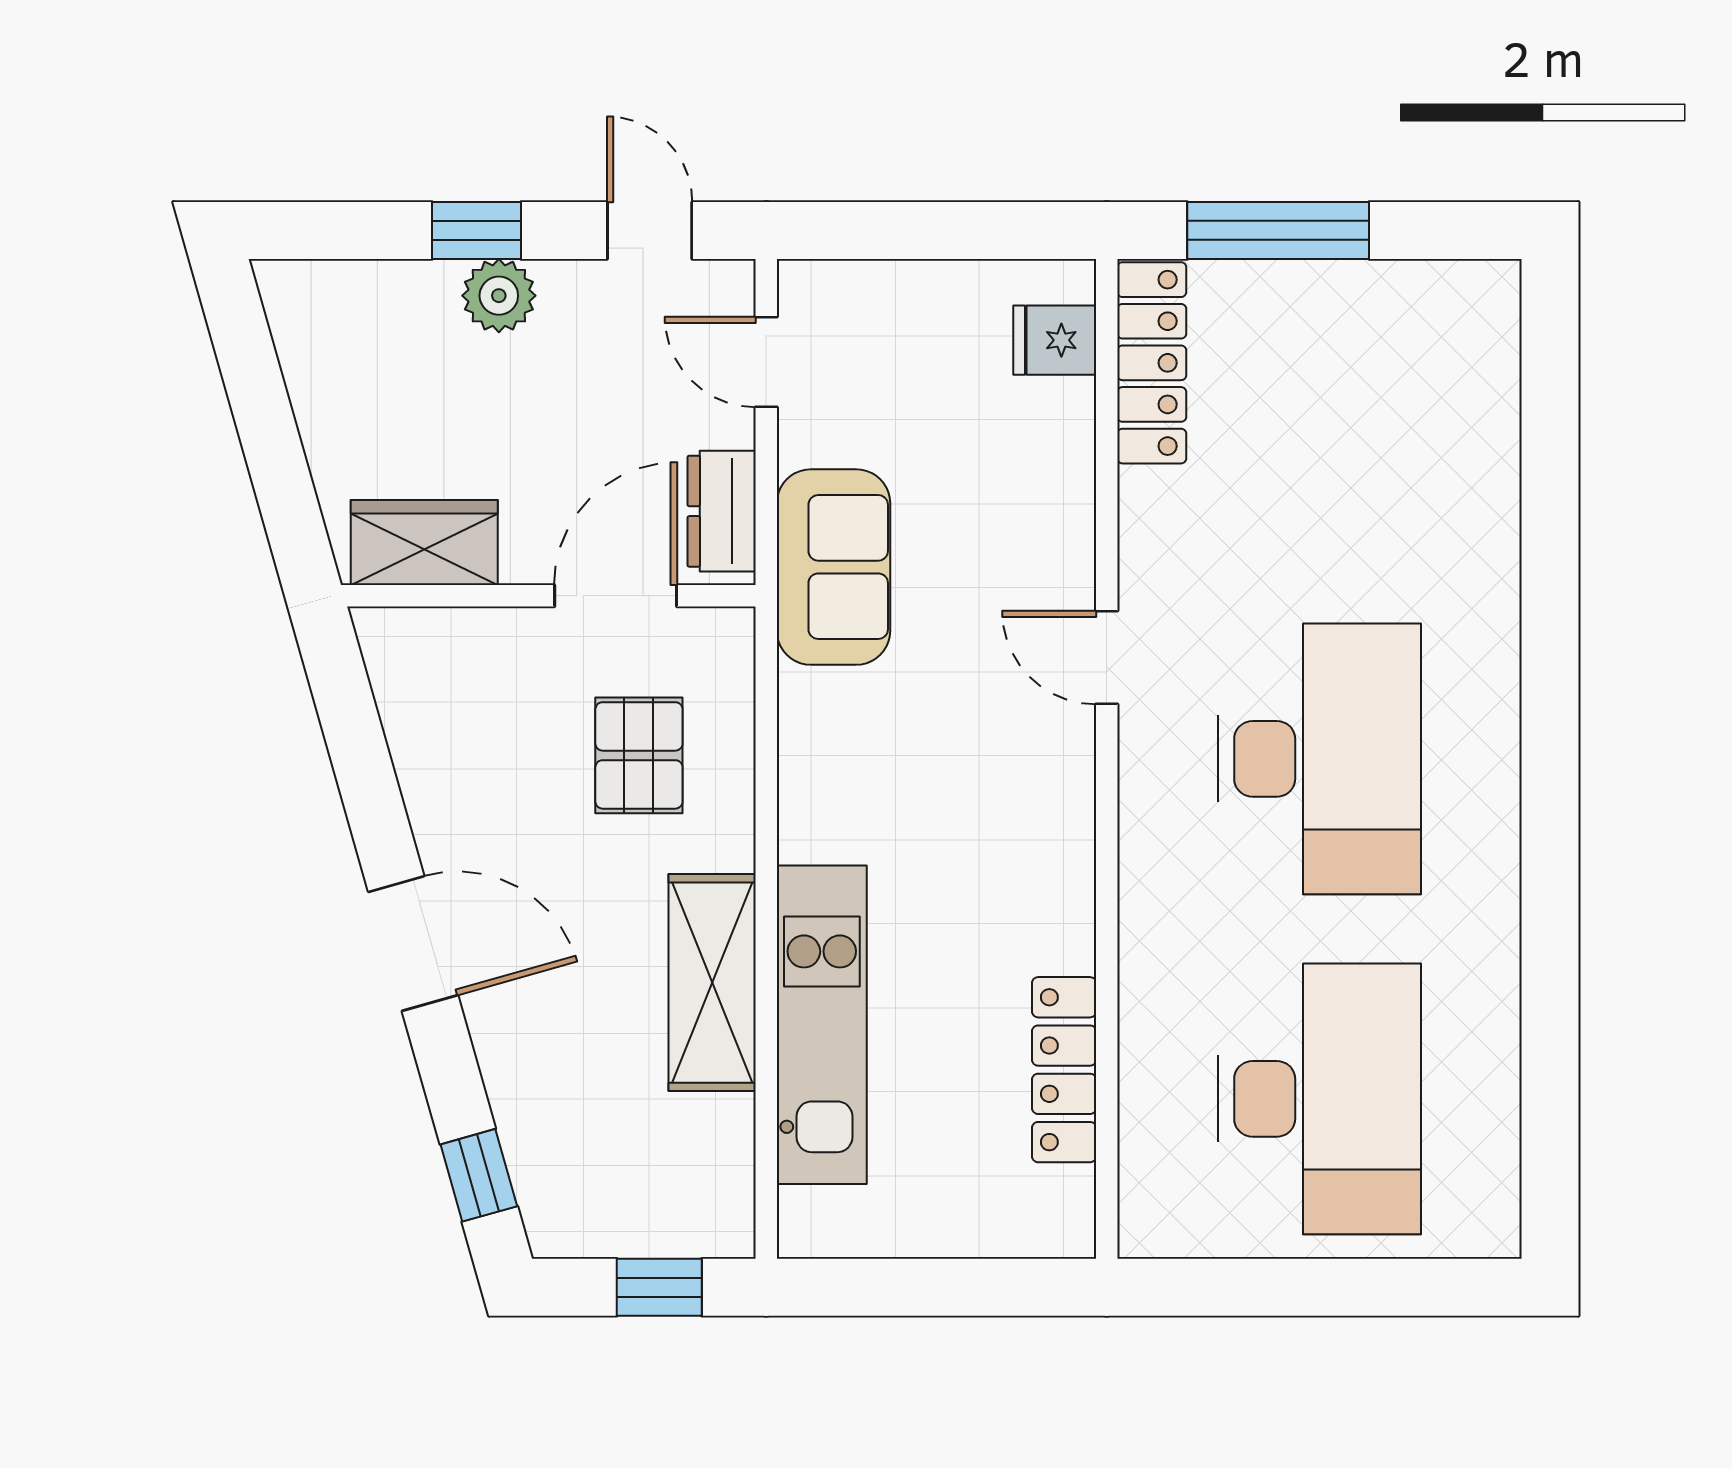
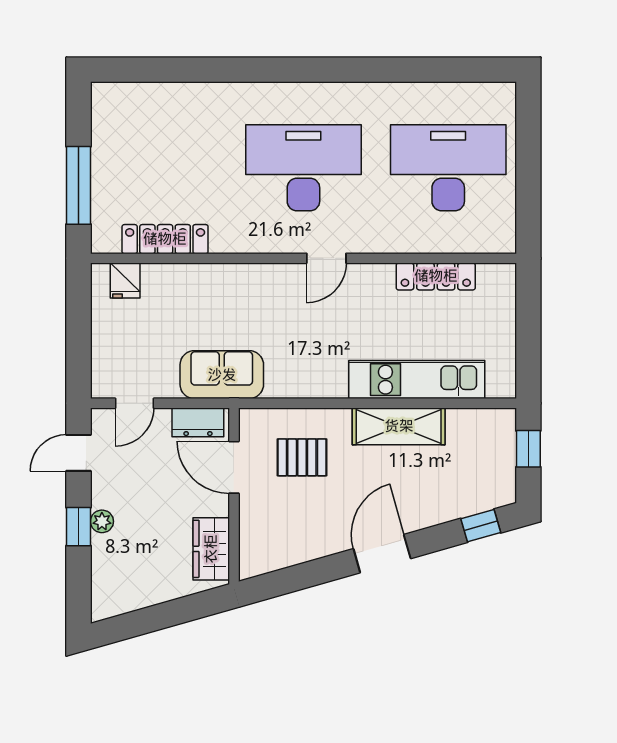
plant: (499, 296) -> (102, 521), width x0.73, depth x0.73
locker: (1152, 363) -> (165, 239), moved
door: (1107, 658) -> (326, 258), moved

